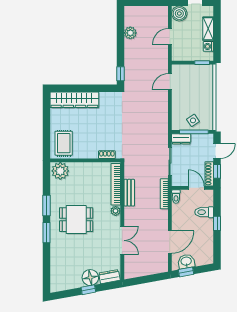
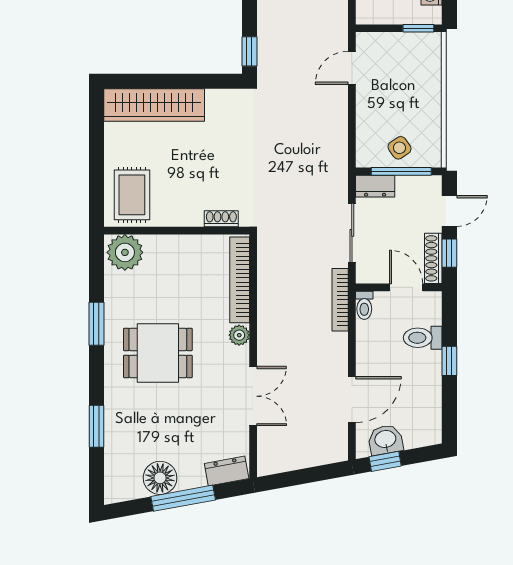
bench: (129, 193) -> (267, 297), removed
window: (46, 233) -> (96, 426), moved
floor lamp: (90, 278) -> (160, 478), moved
window: (88, 290) -> (183, 498), width x2.17

